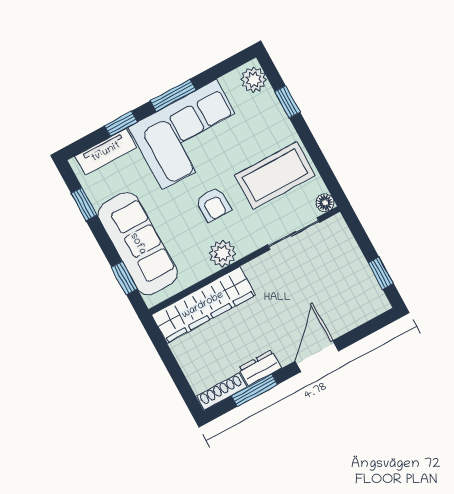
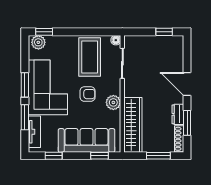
window: (287, 102) -> (44, 32), moved
window: (121, 124) -> (25, 117), width x1.50
window: (176, 373) -> (158, 156), added

